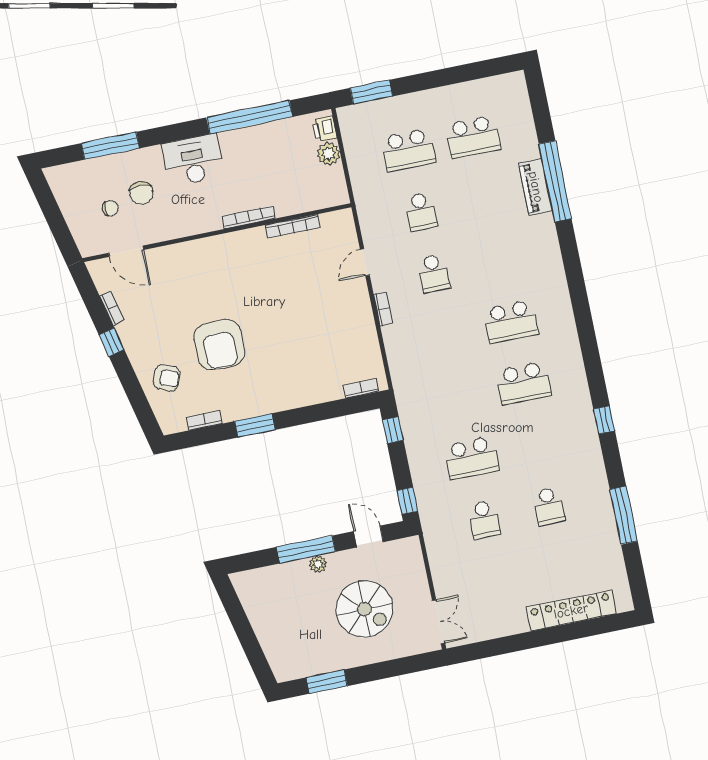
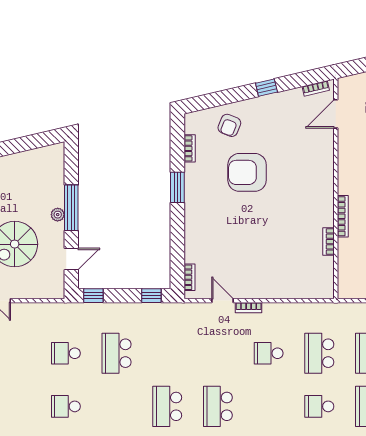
school desk: (486, 198) -> (319, 406), added
school desk: (421, 212) -> (319, 353), width x1.85
bookcase: (293, 226) -> (329, 242), width x0.64
door: (365, 262) -> (222, 301), moved
bookcase: (112, 308) -> (316, 88), moved

